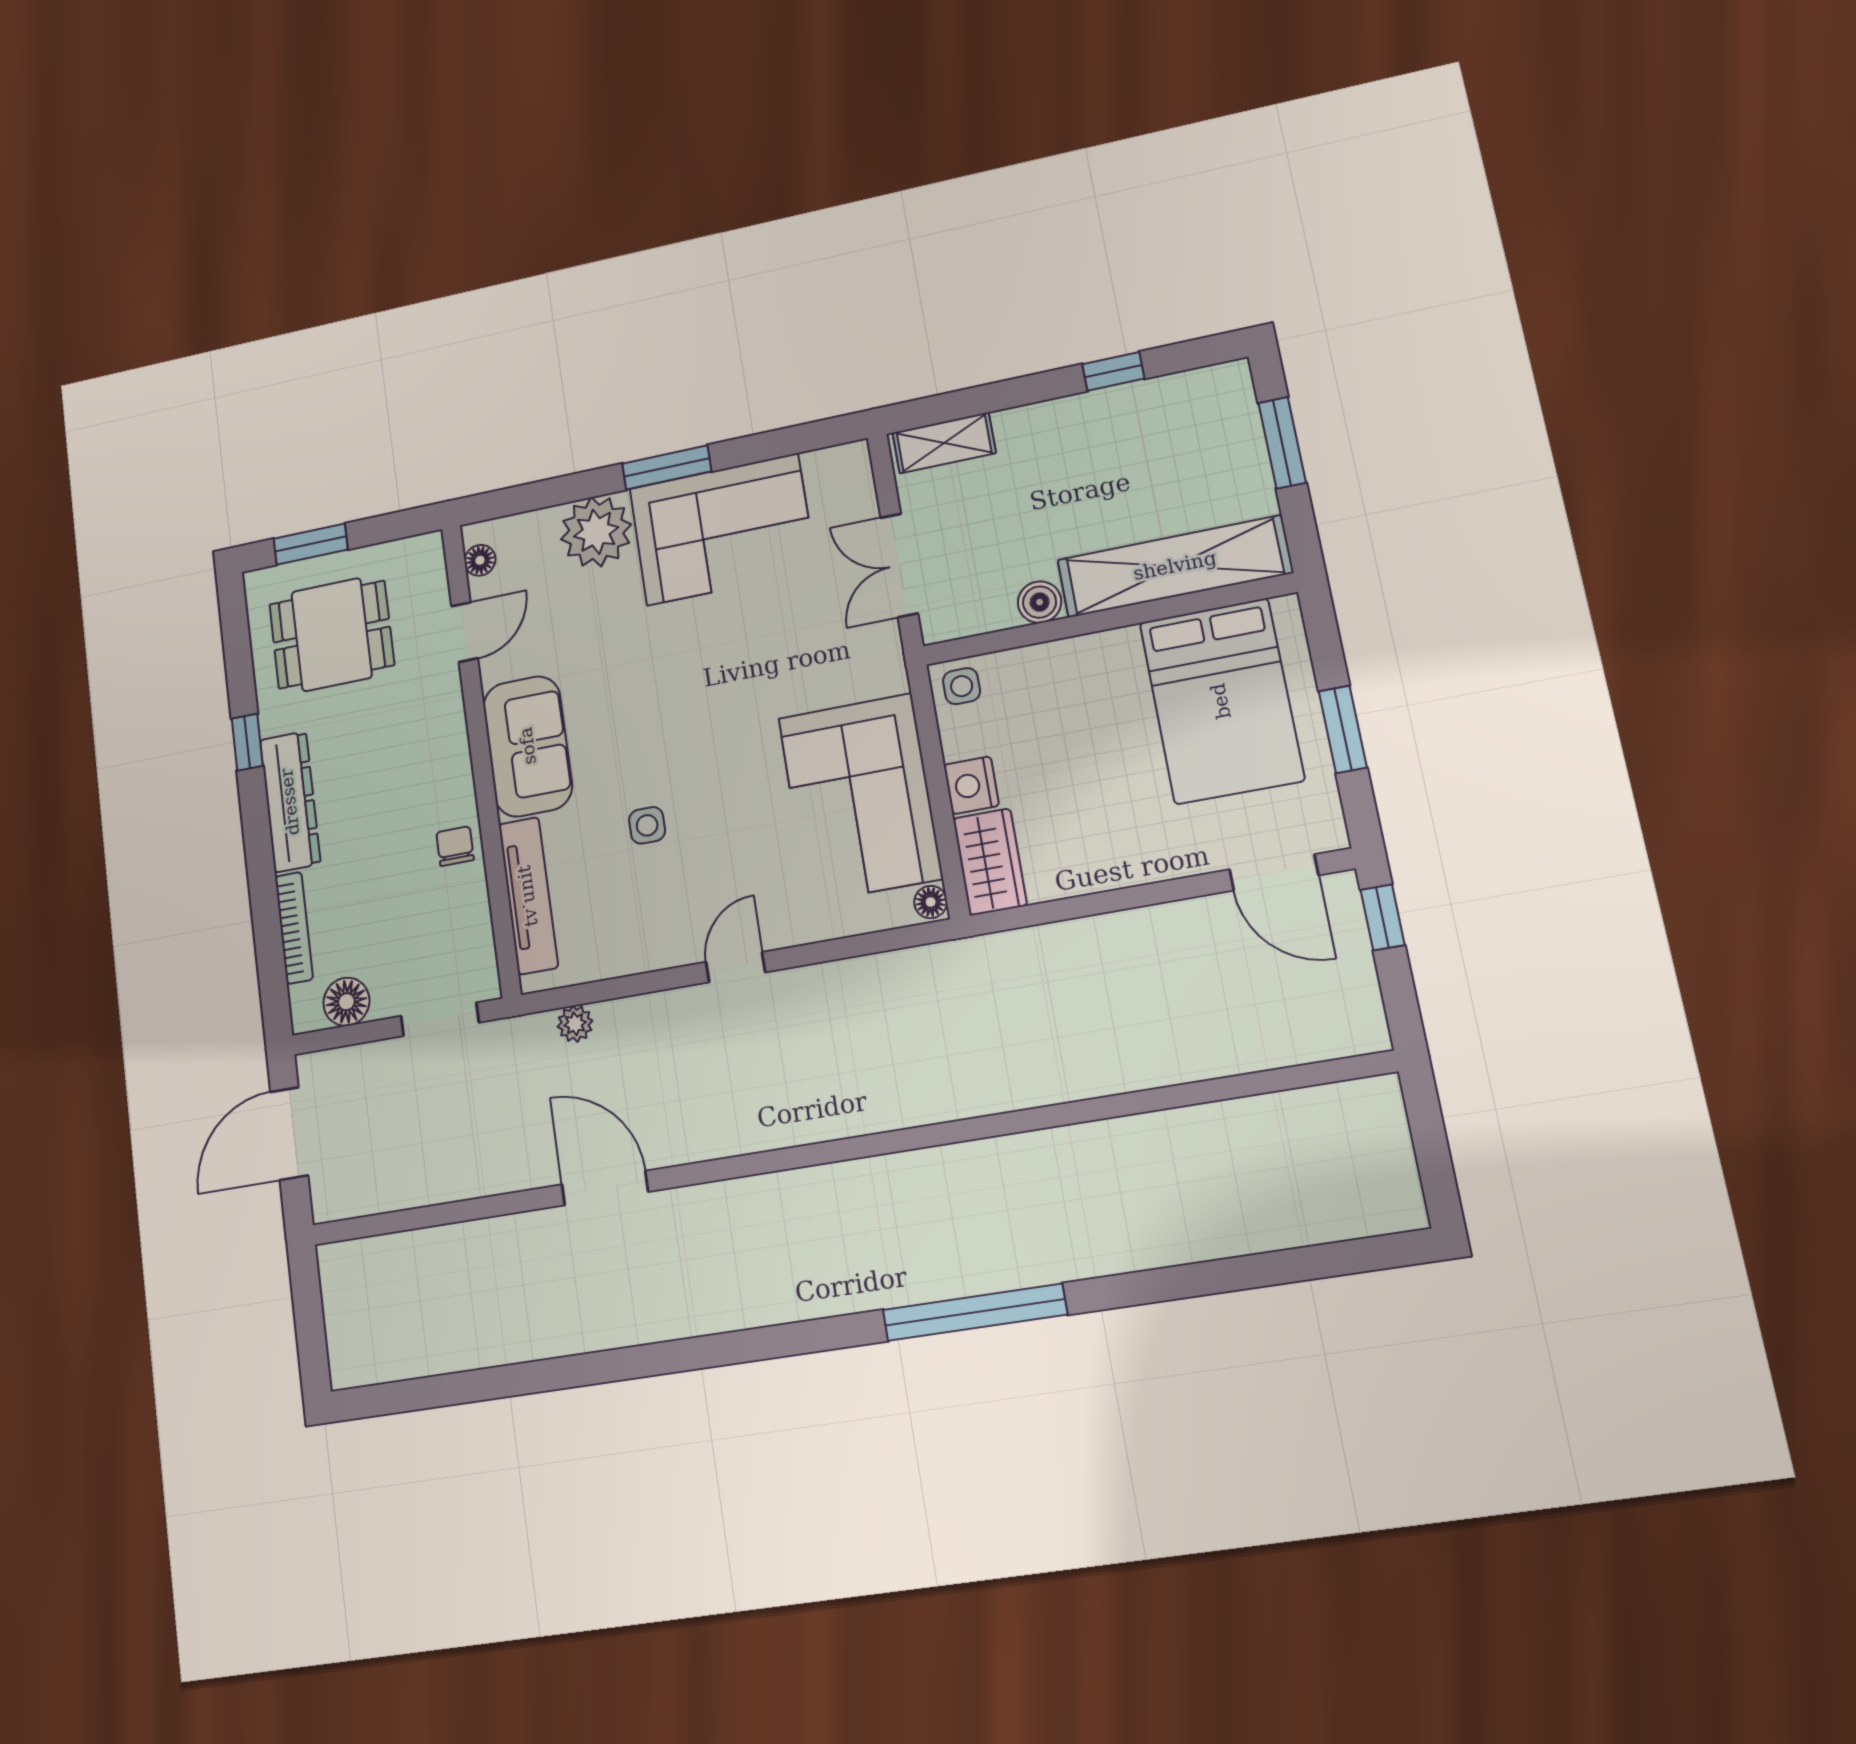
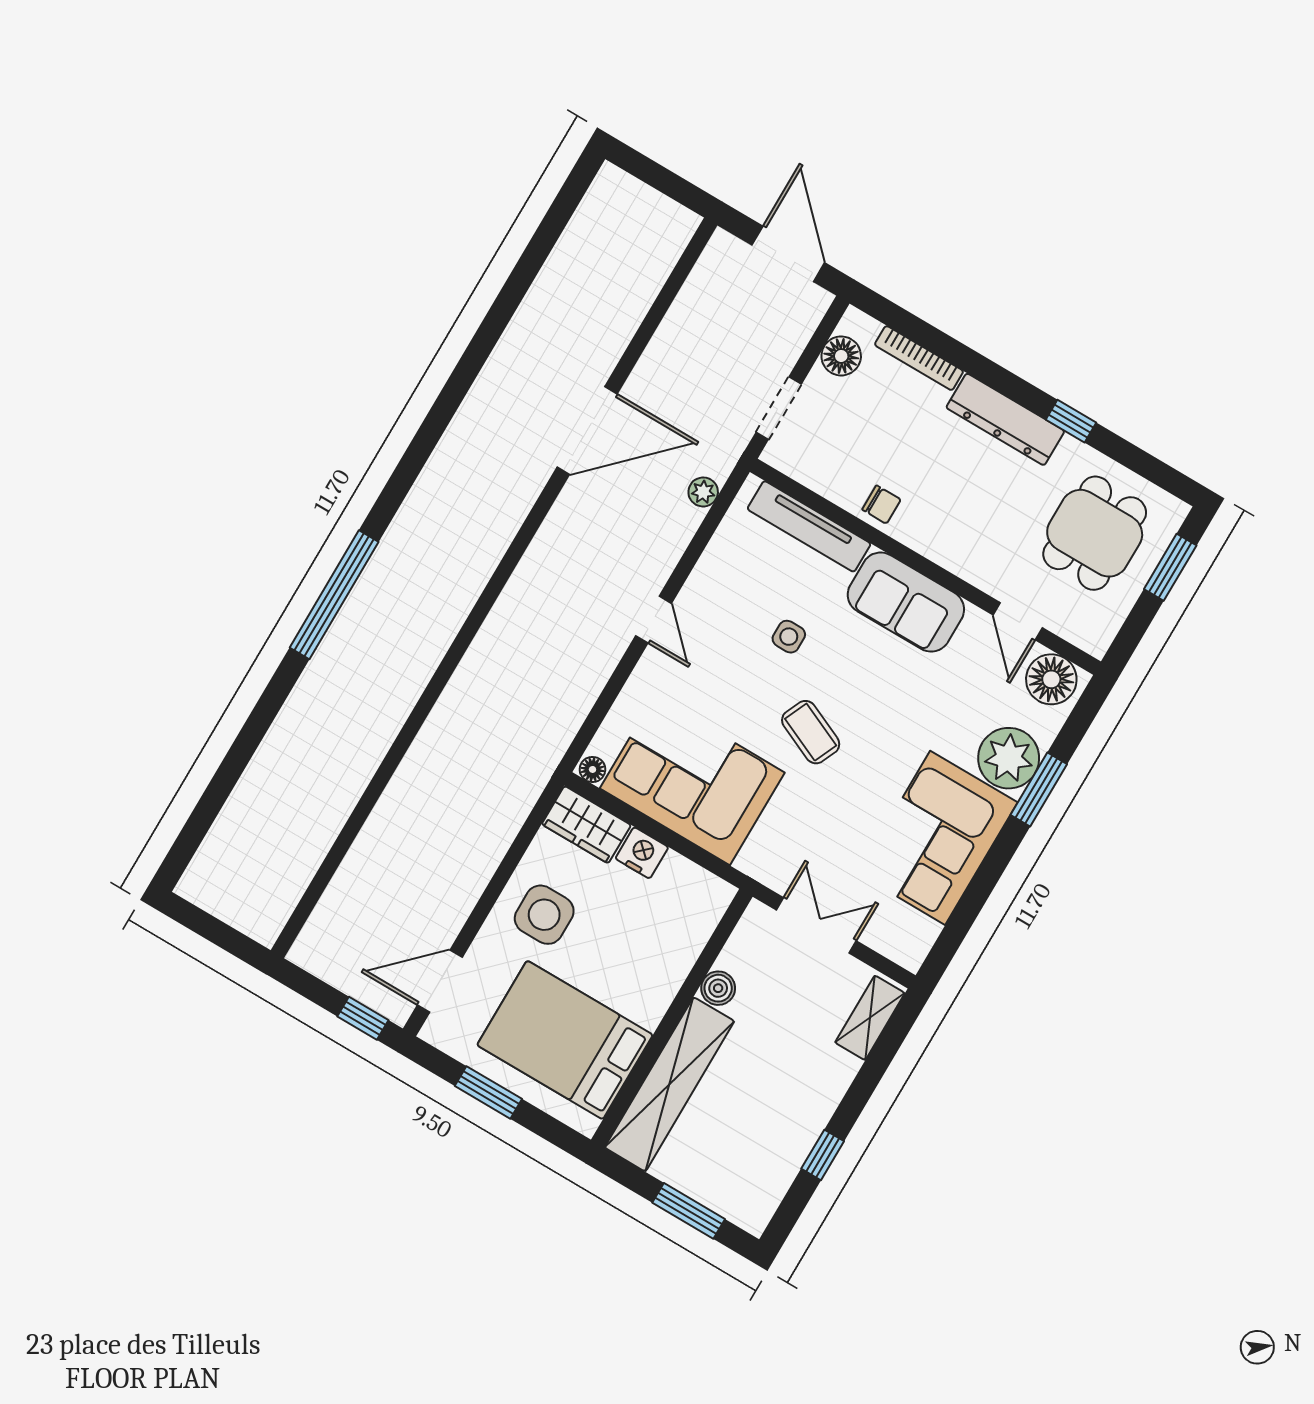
window: (667, 467) -> (1039, 790), moved
floor lamp: (480, 560) -> (1051, 679), width x1.89, depth x1.89
side table: (962, 686) -> (544, 915), moved, width x1.87, depth x1.87
coffee table: (720, 728) -> (811, 732), added
door: (605, 1188) -> (587, 431), width x1.36

